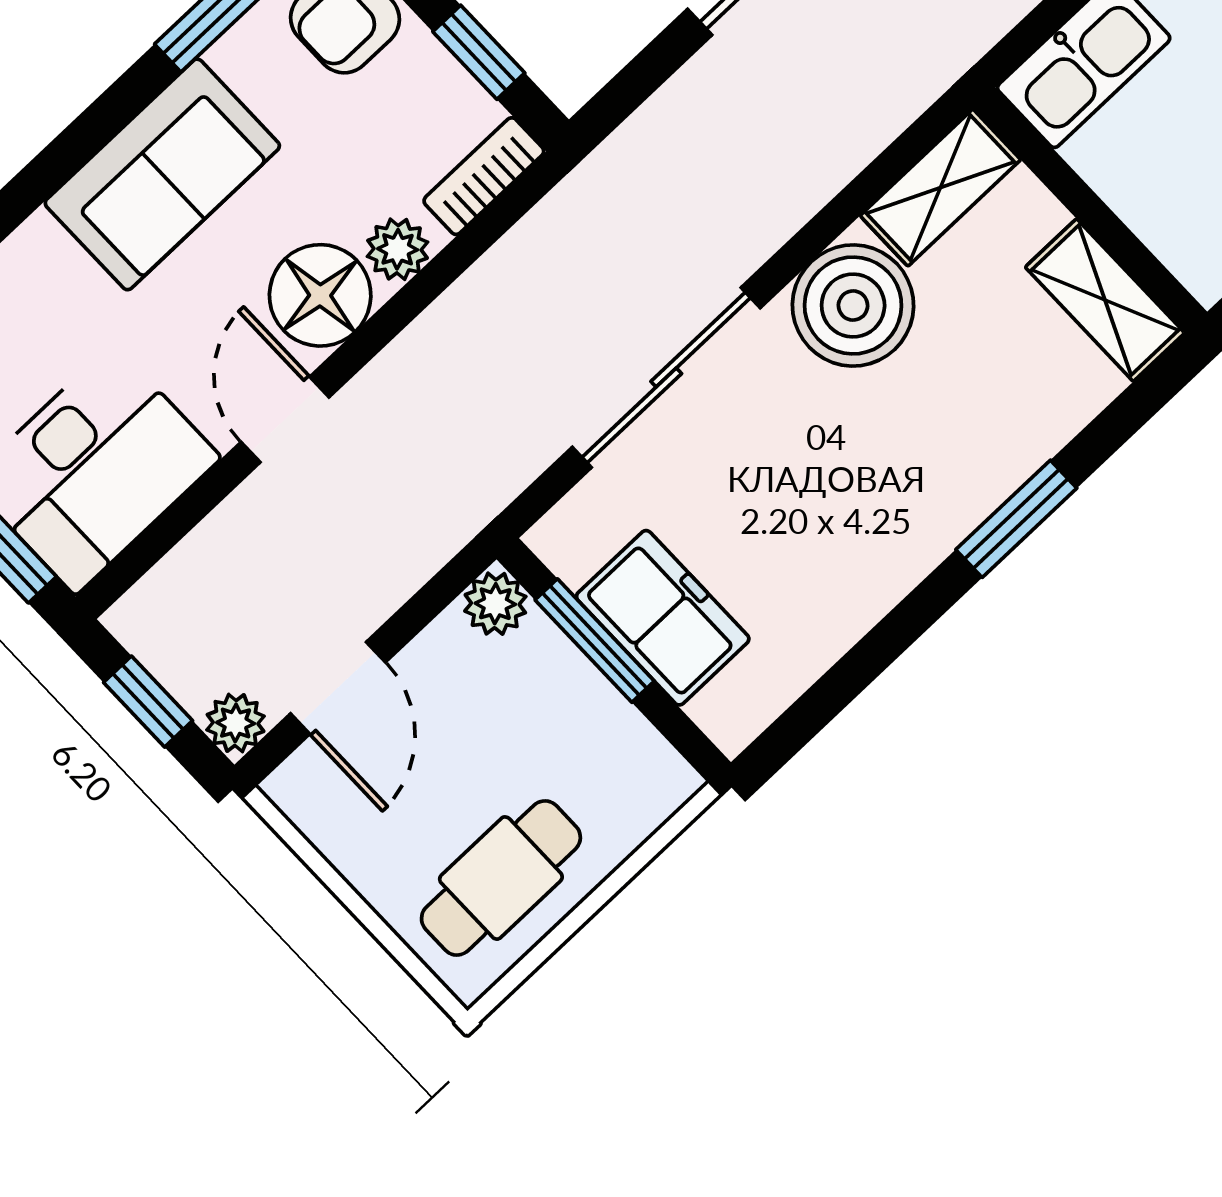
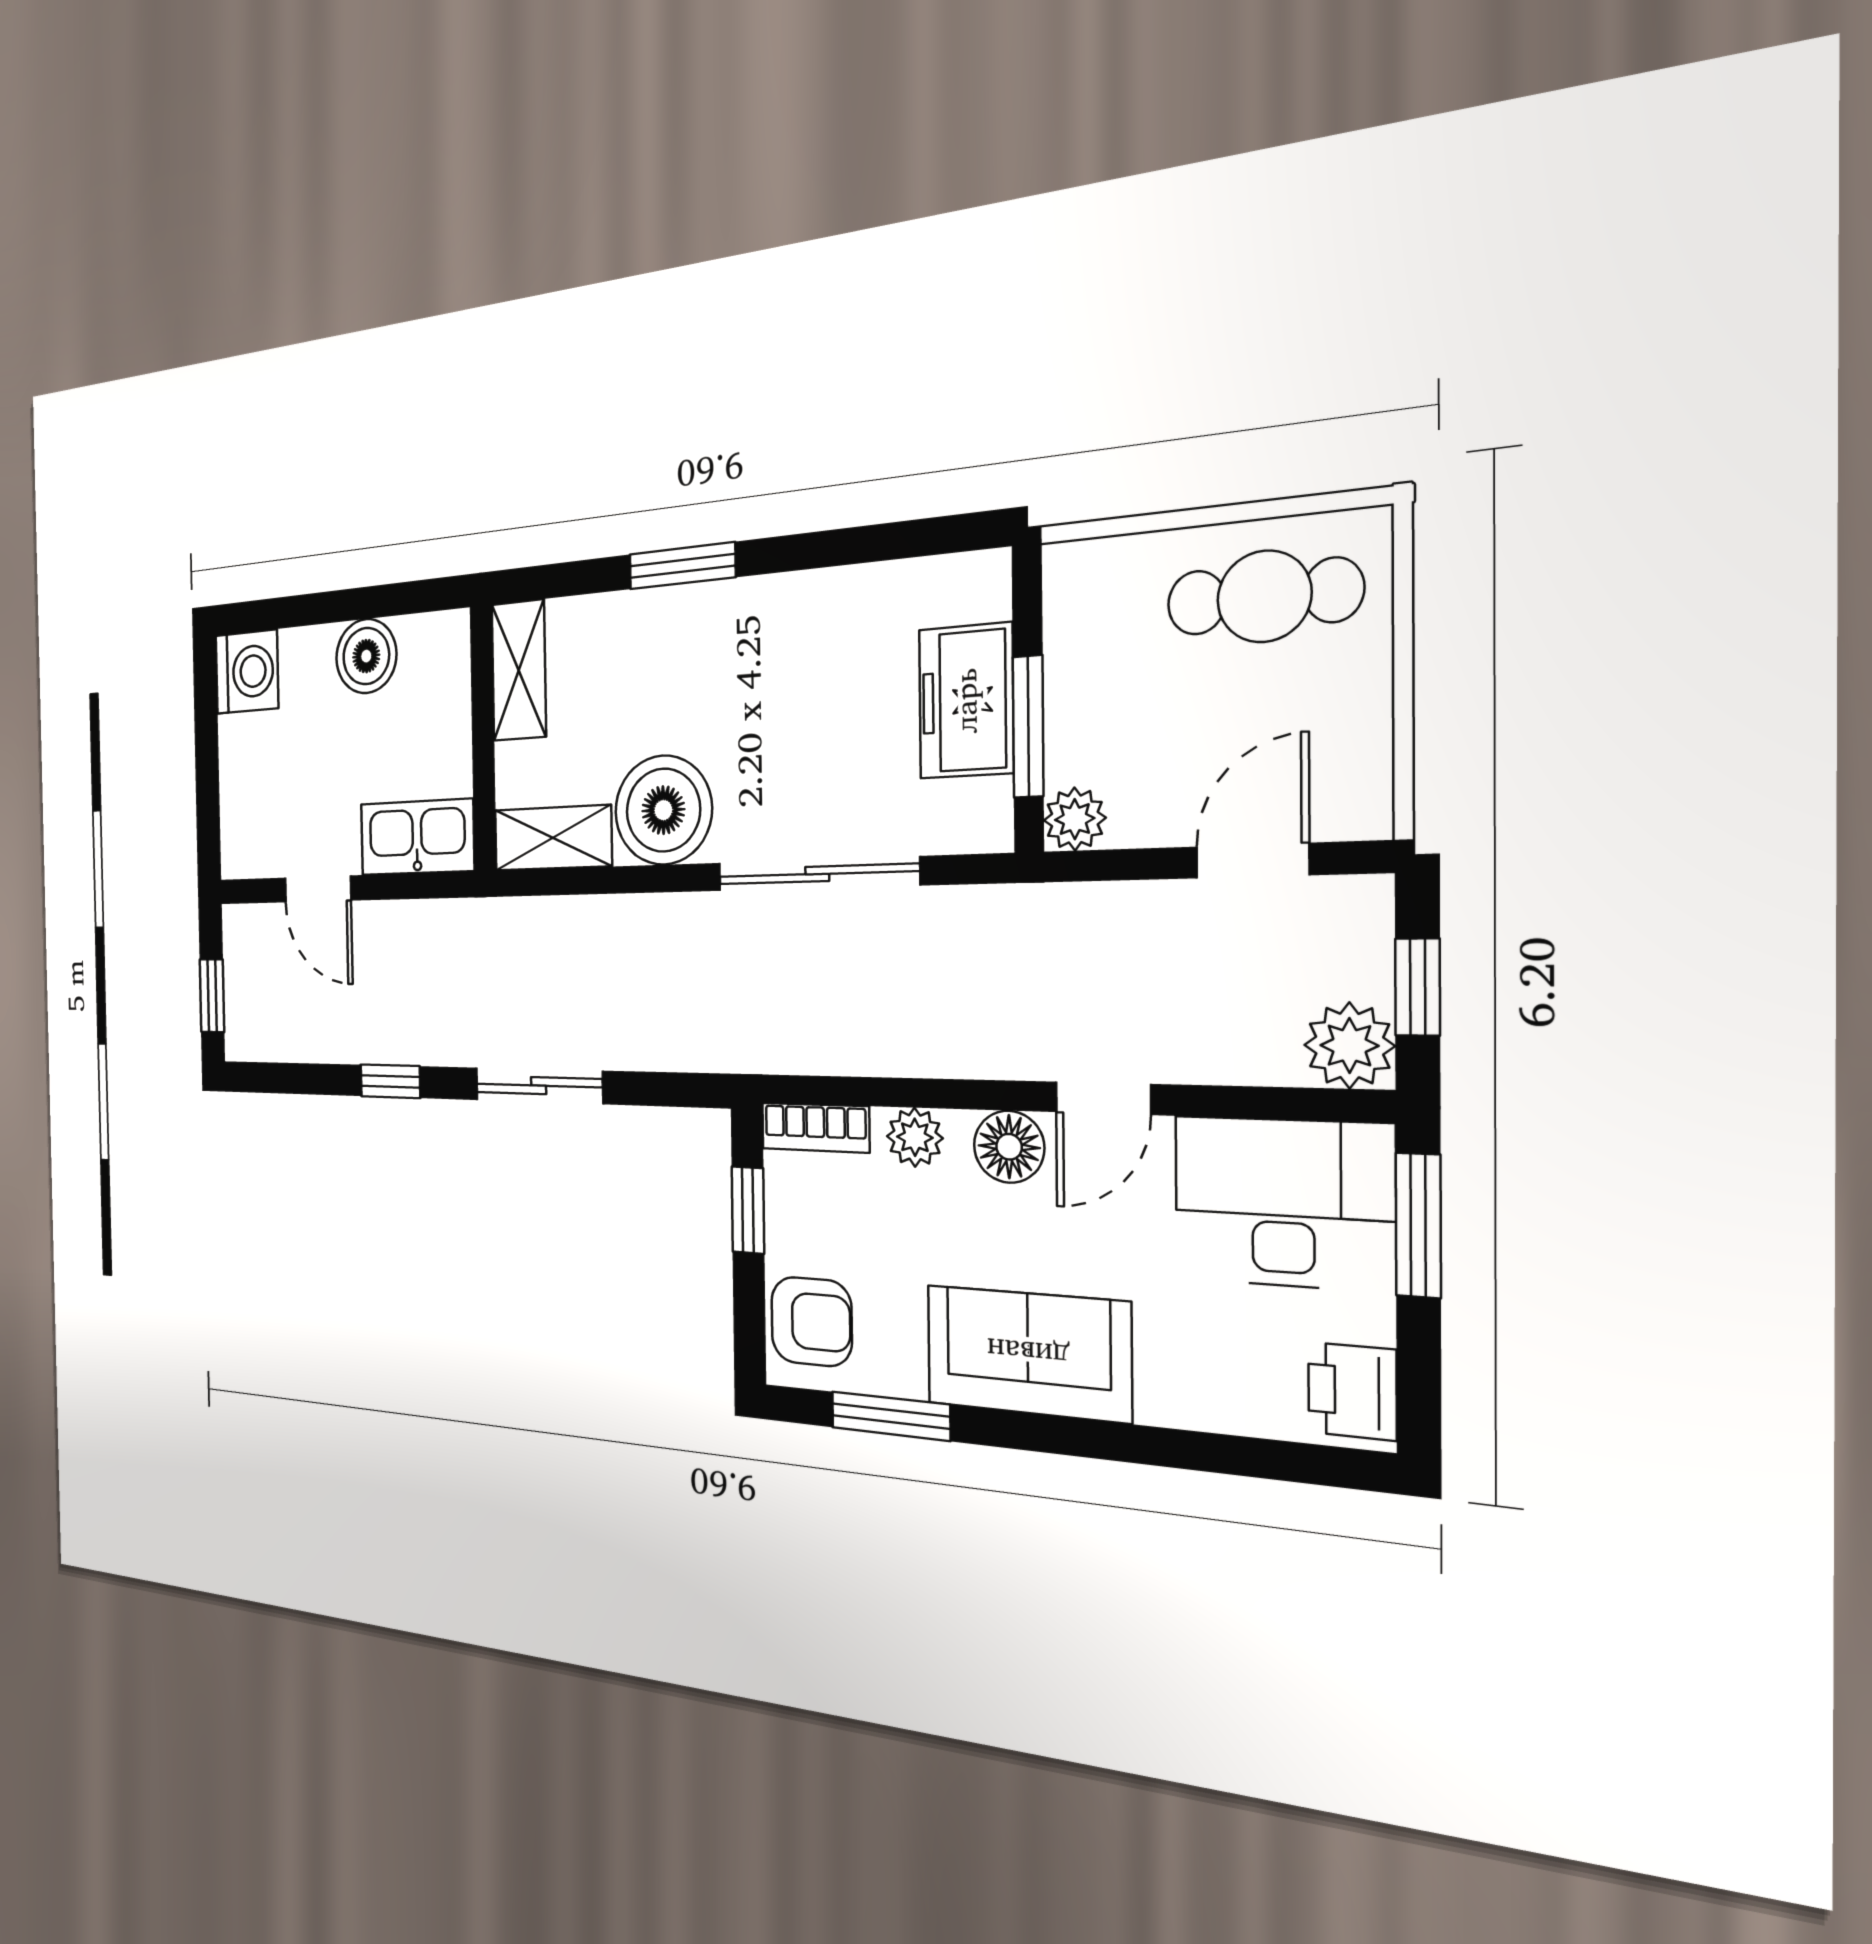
floor lamp: (320, 295) -> (1009, 1147), width x0.73, depth x0.73
plant: (236, 723) -> (1349, 1046), moved, width x1.38, depth x1.38

